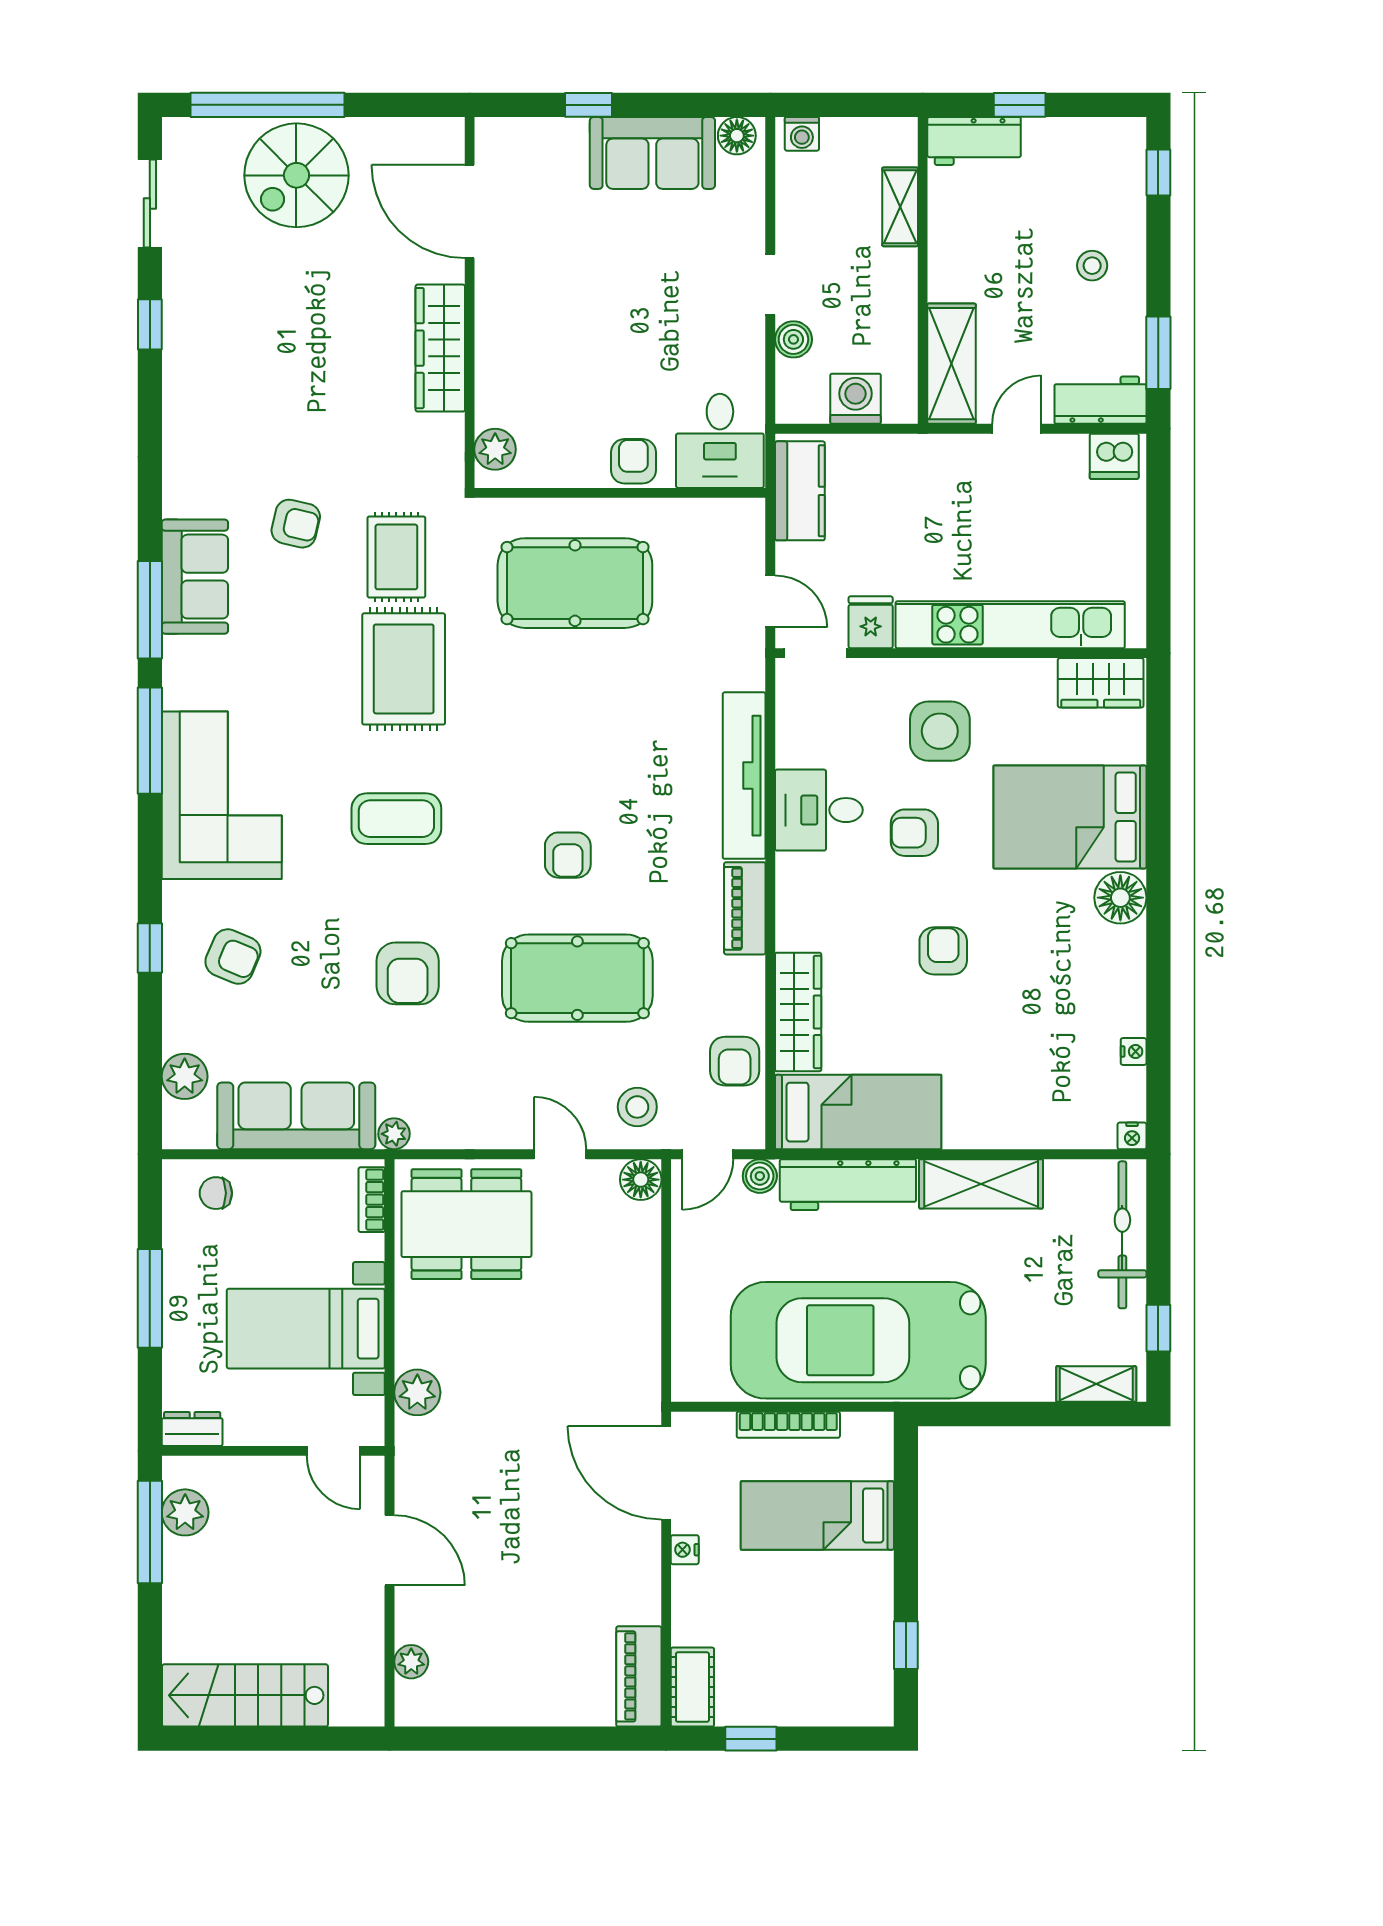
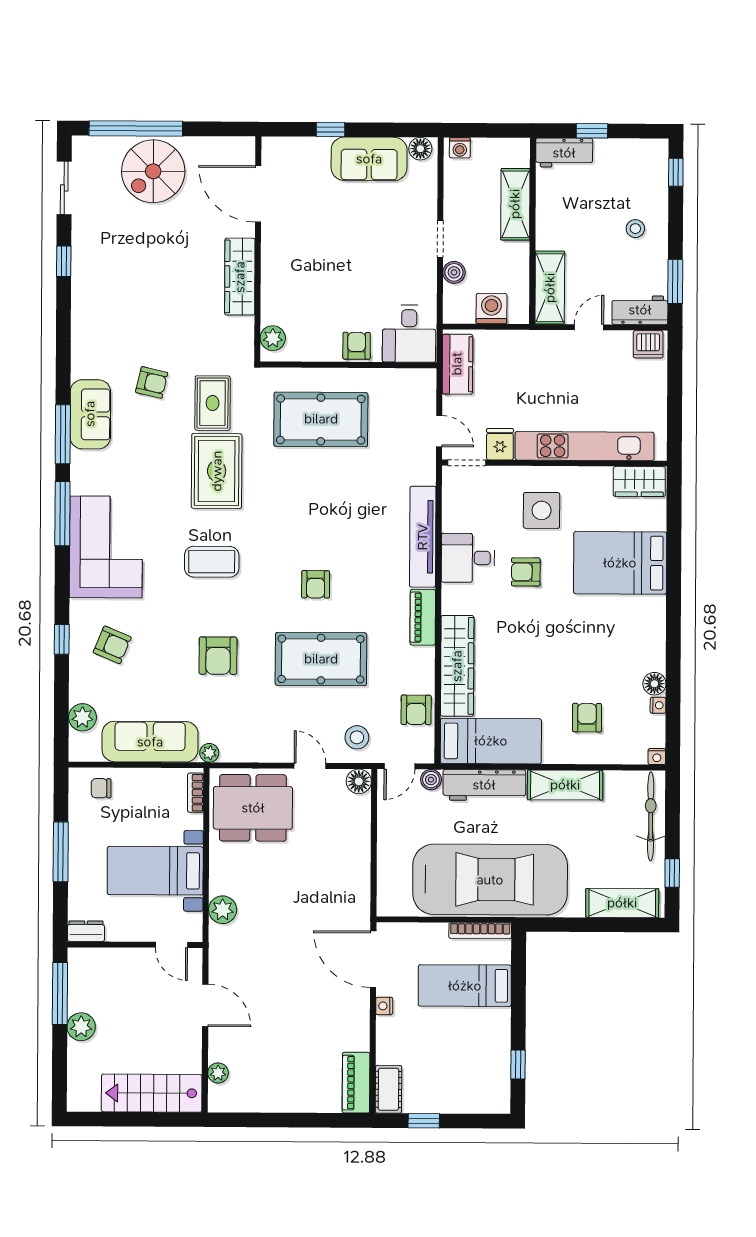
shelving: (900, 207) -> (515, 204), width x1.50, depth x1.33
floor lamp: (1120, 898) -> (654, 684), moved, width x0.73, depth x0.73
armchair: (943, 951) -> (587, 718), moved
wardrobe: (798, 1012) -> (457, 666), width x1.40, depth x1.17
car: (858, 1340) -> (490, 880), turned 180
shelving: (1096, 1384) -> (622, 903), width x1.50, depth x1.33
bookcase: (788, 1425) -> (480, 931), moved
plant: (185, 1512) -> (81, 1027), moved
stairs: (245, 1695) -> (152, 1093), moved

